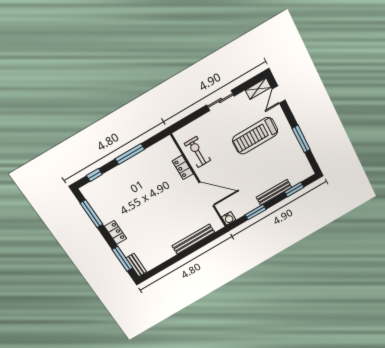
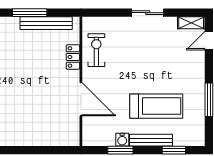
treadmill: (255, 136) -> (156, 106), moved, turned 180
water cooler: (229, 218) -> (122, 140), moved
bench: (193, 239) -> (46, 23), moved

